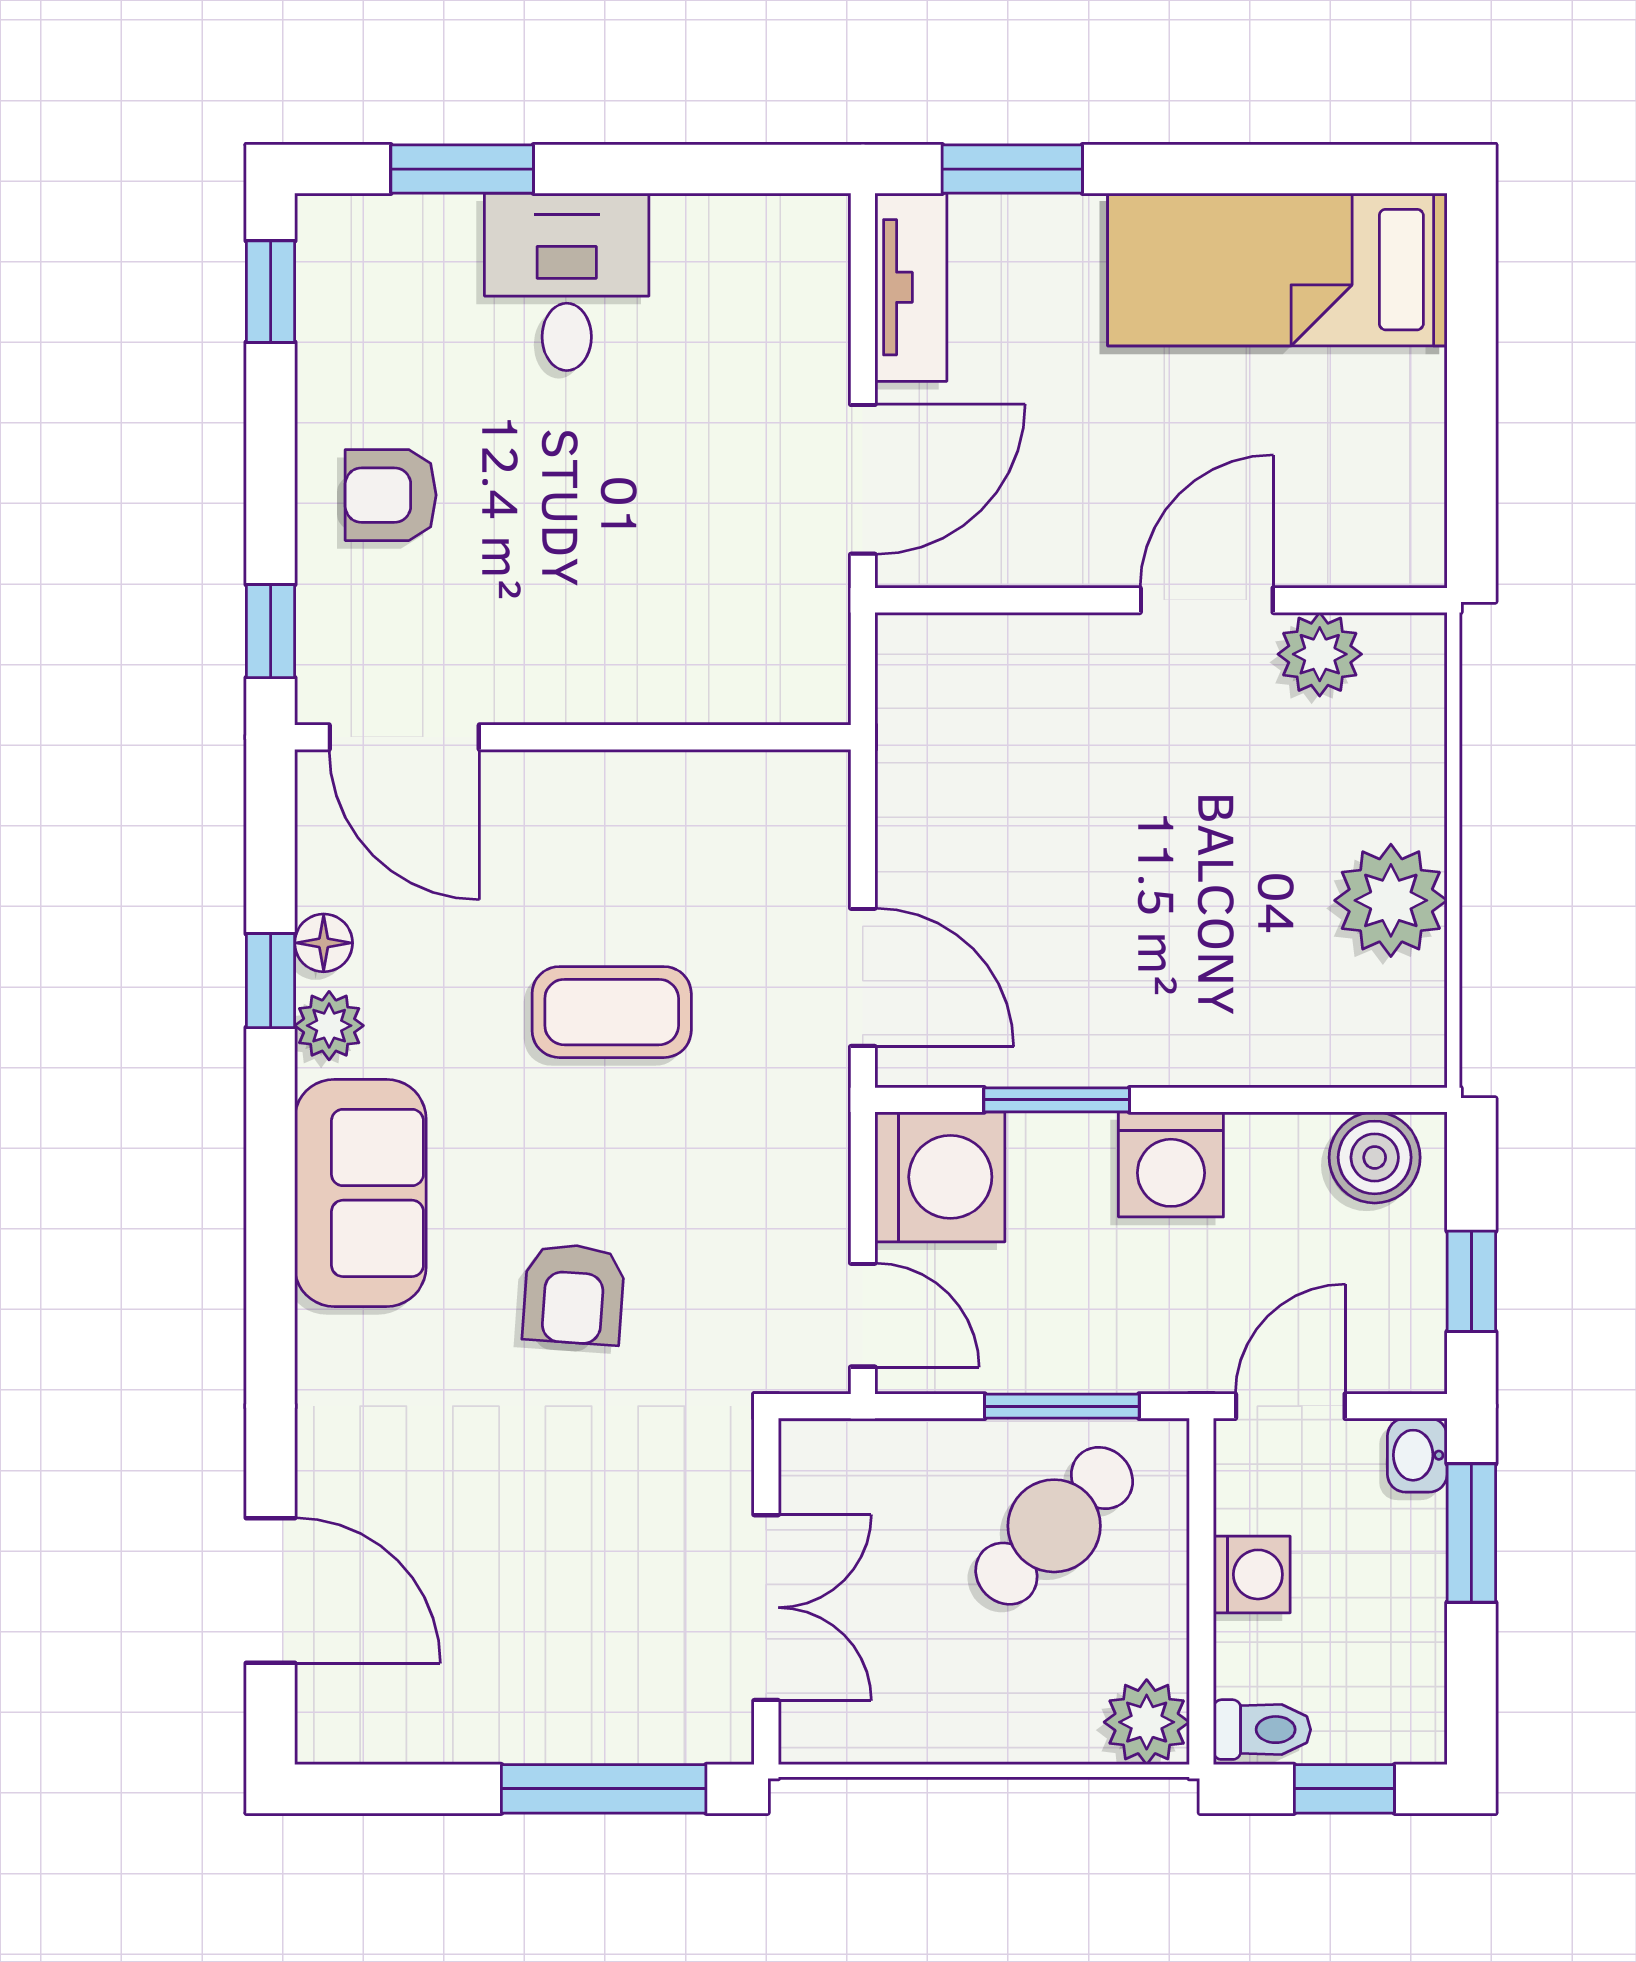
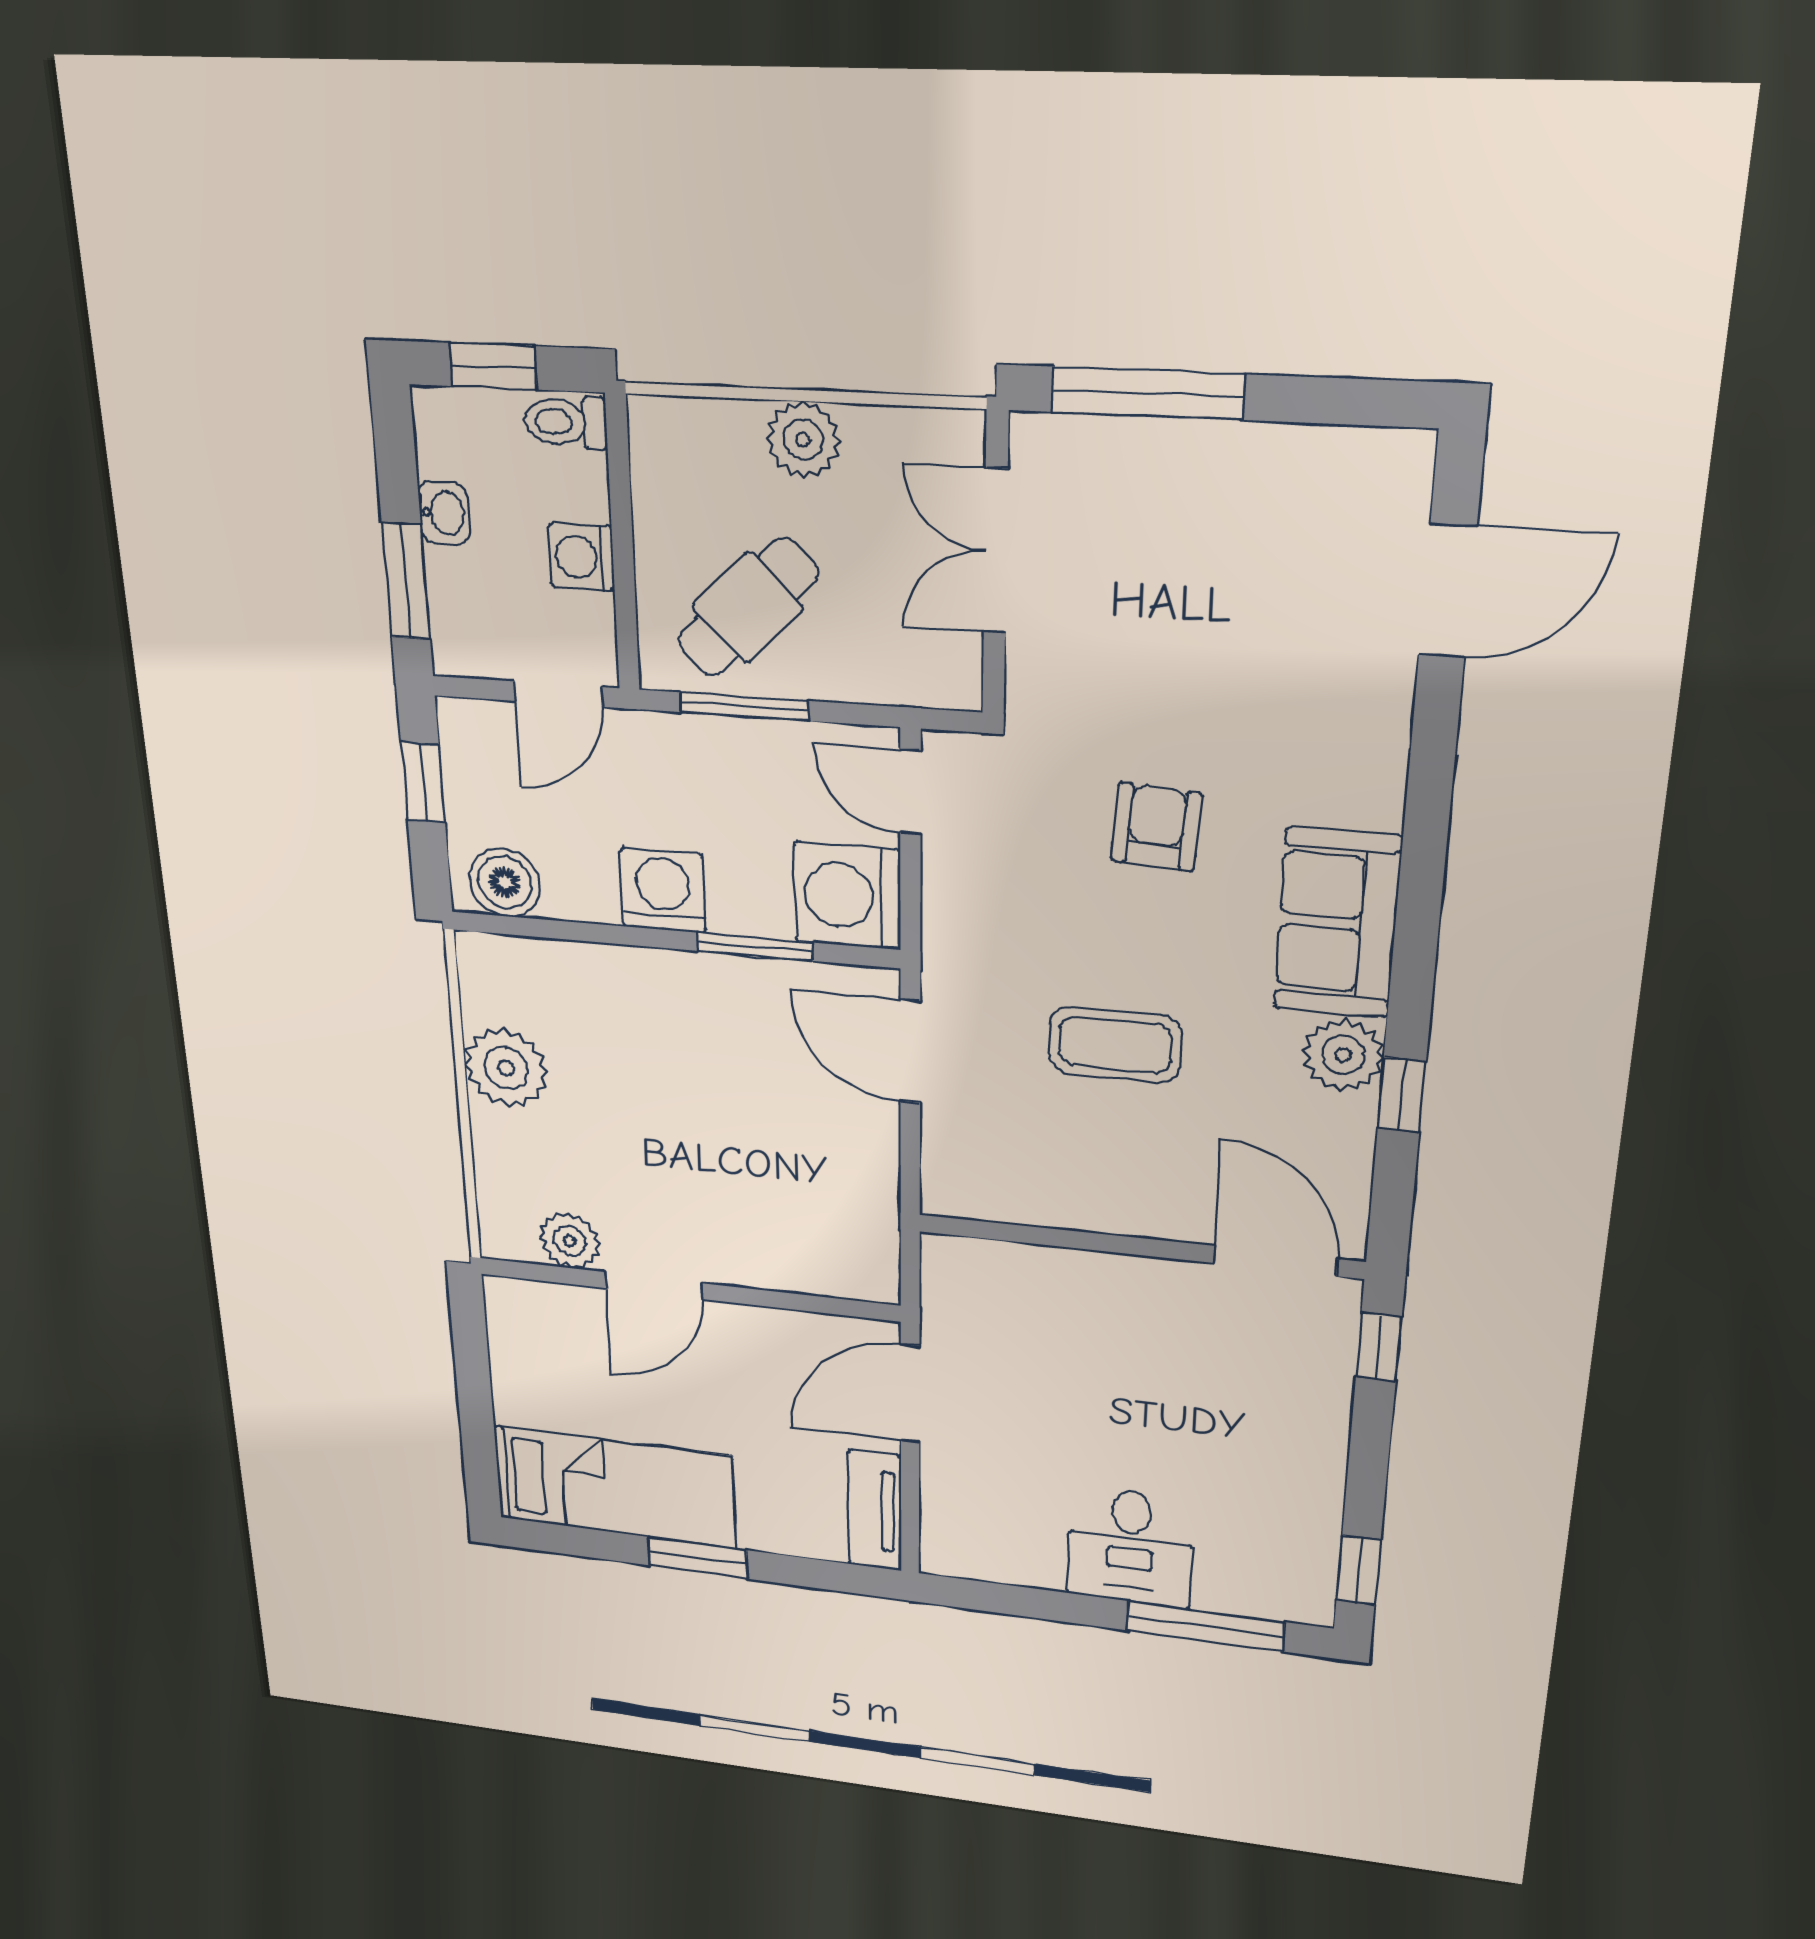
window: (462, 169) -> (1205, 1626), width x1.44
window: (1012, 169) -> (698, 1558), moved
armchair: (391, 495) -> (1274, 1427), removed
floor lamp: (324, 943) -> (1354, 1119), removed
plant: (329, 1026) -> (1343, 1055), width x1.38, depth x1.38
washbasin: (1417, 1455) -> (444, 513), moved
door: (271, 1591) -> (1448, 591), swing flipped
plant: (1147, 1722) -> (803, 440), moved

